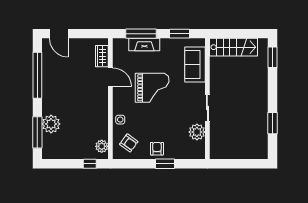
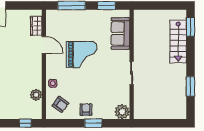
fireplace: (144, 45) -> (75, 15), removed
stairs: (234, 47) -> (178, 41), moved, turned 90
plant: (197, 132) -> (122, 112), moved
plant: (102, 146) -> (36, 95), moved

